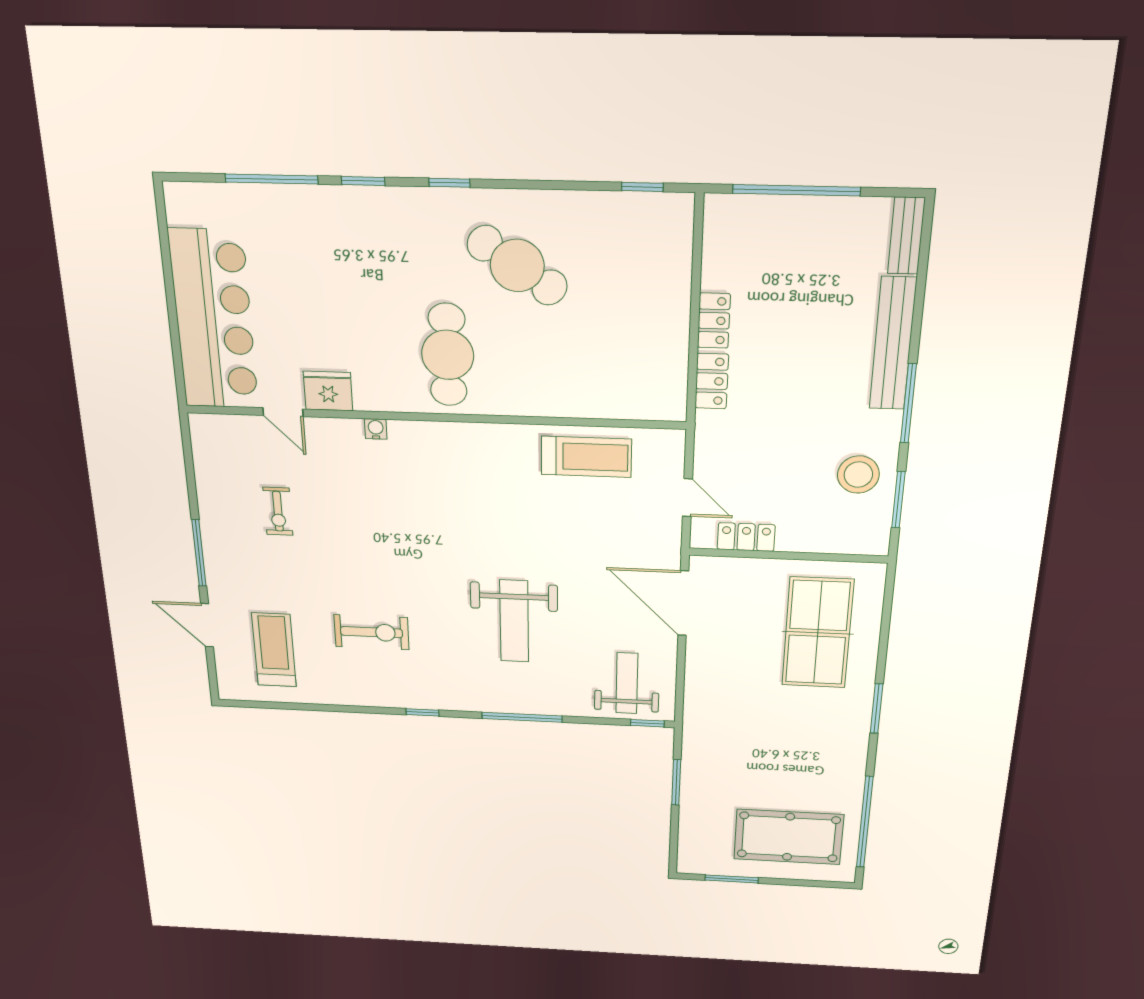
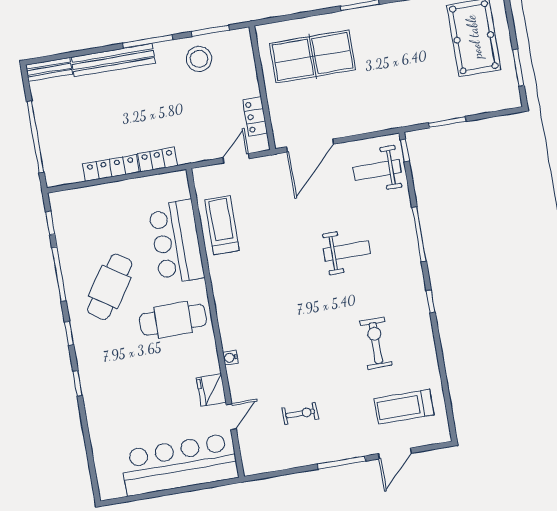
window: (271, 179) -> (59, 274), moved
locker: (714, 321) -> (111, 168), width x1.53
bar counter: (572, 384) -> (176, 242), added
weight bench: (514, 621) -> (347, 251), width x0.73, depth x0.75

